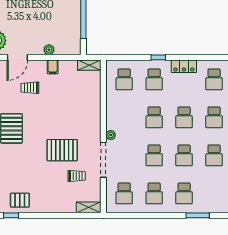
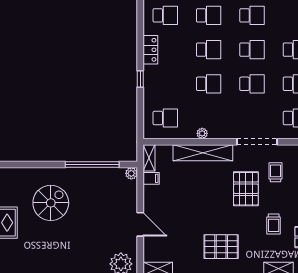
plant: (49, 50) -> (131, 173), moved
door: (17, 57) -> (140, 224), moved
filing cabinet: (53, 67) -> (151, 178), moved
school desk: (154, 79) -> (165, 84), removed
trolley: (30, 88) -> (274, 224), moved
shelving: (94, 112) -> (203, 153), added
plant: (111, 135) -> (202, 133), moved

